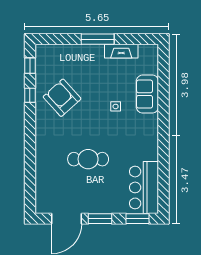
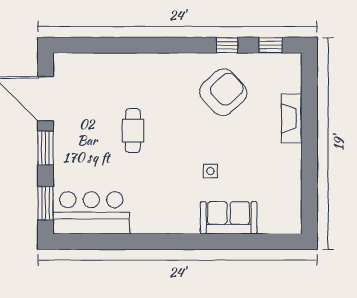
window: (98, 39) -> (309, 145), removed
fireplace: (121, 51) -> (292, 118), moved
cafe table: (88, 159) -> (133, 131), width x0.73, depth x0.74

